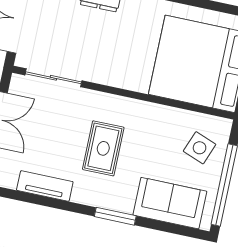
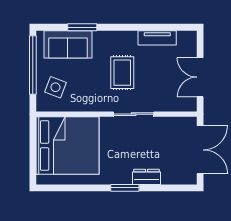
sliding door: (53, 78) -> (134, 114), moved
window: (115, 216) -> (82, 27), moved

